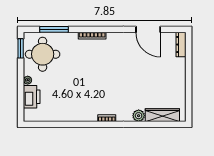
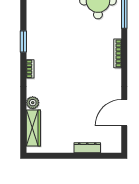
dresser: (181, 45) -> (87, 148), moved
window: (81, 124) -> (23, 41), added

